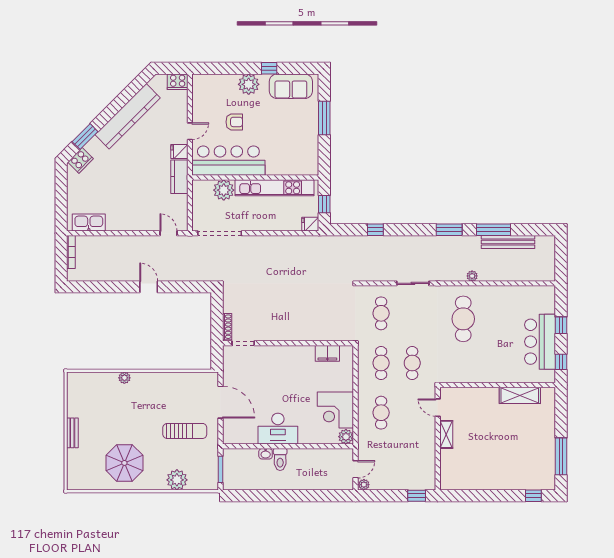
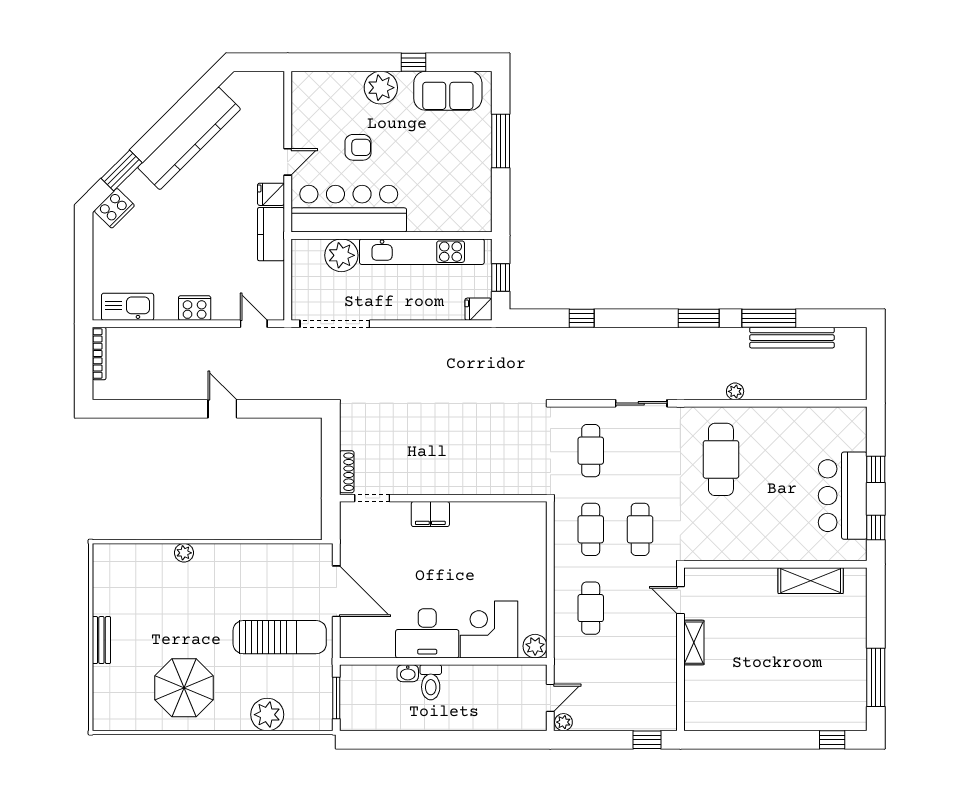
cooker: (178, 82) -> (195, 308), moved, turned 180
filing cabinet: (327, 353) -> (430, 514), moved
corner desk: (335, 410) -> (489, 630), moved, turned 90
sun lounger: (185, 431) -> (280, 637), width x1.36, depth x1.34

